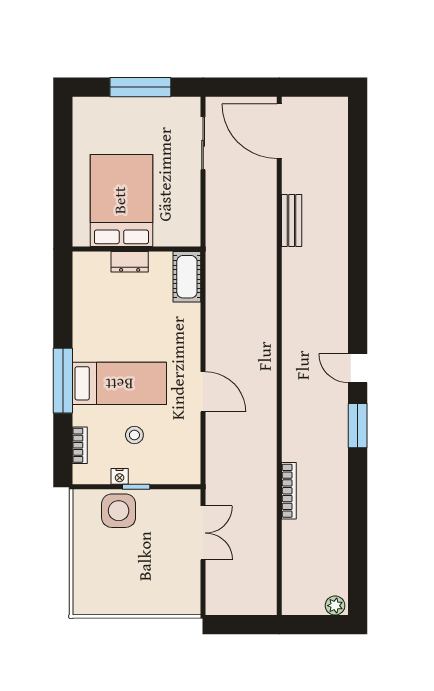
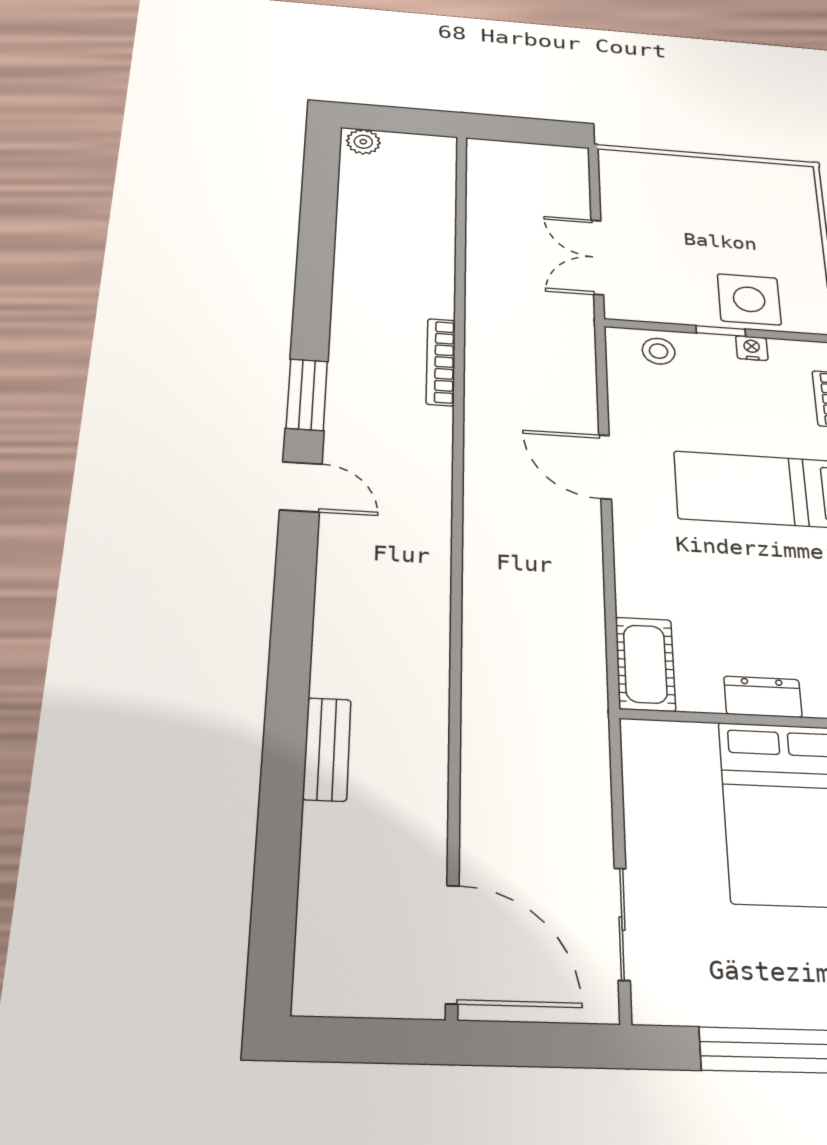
bench: (292, 220) -> (327, 749), moved
stool: (134, 435) -> (659, 351), moved
bookcase: (289, 491) -> (441, 362), moved

